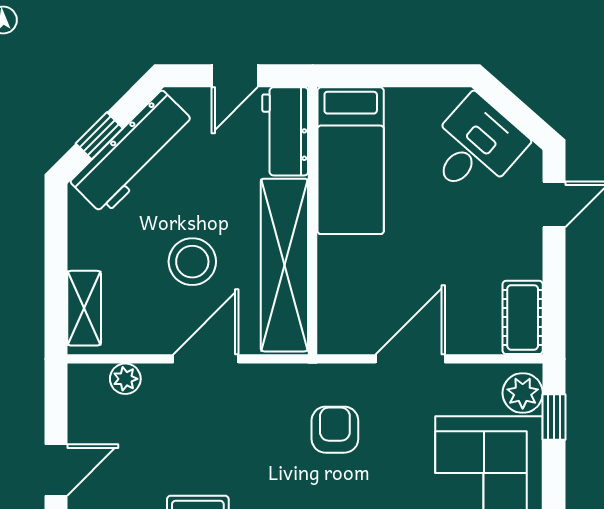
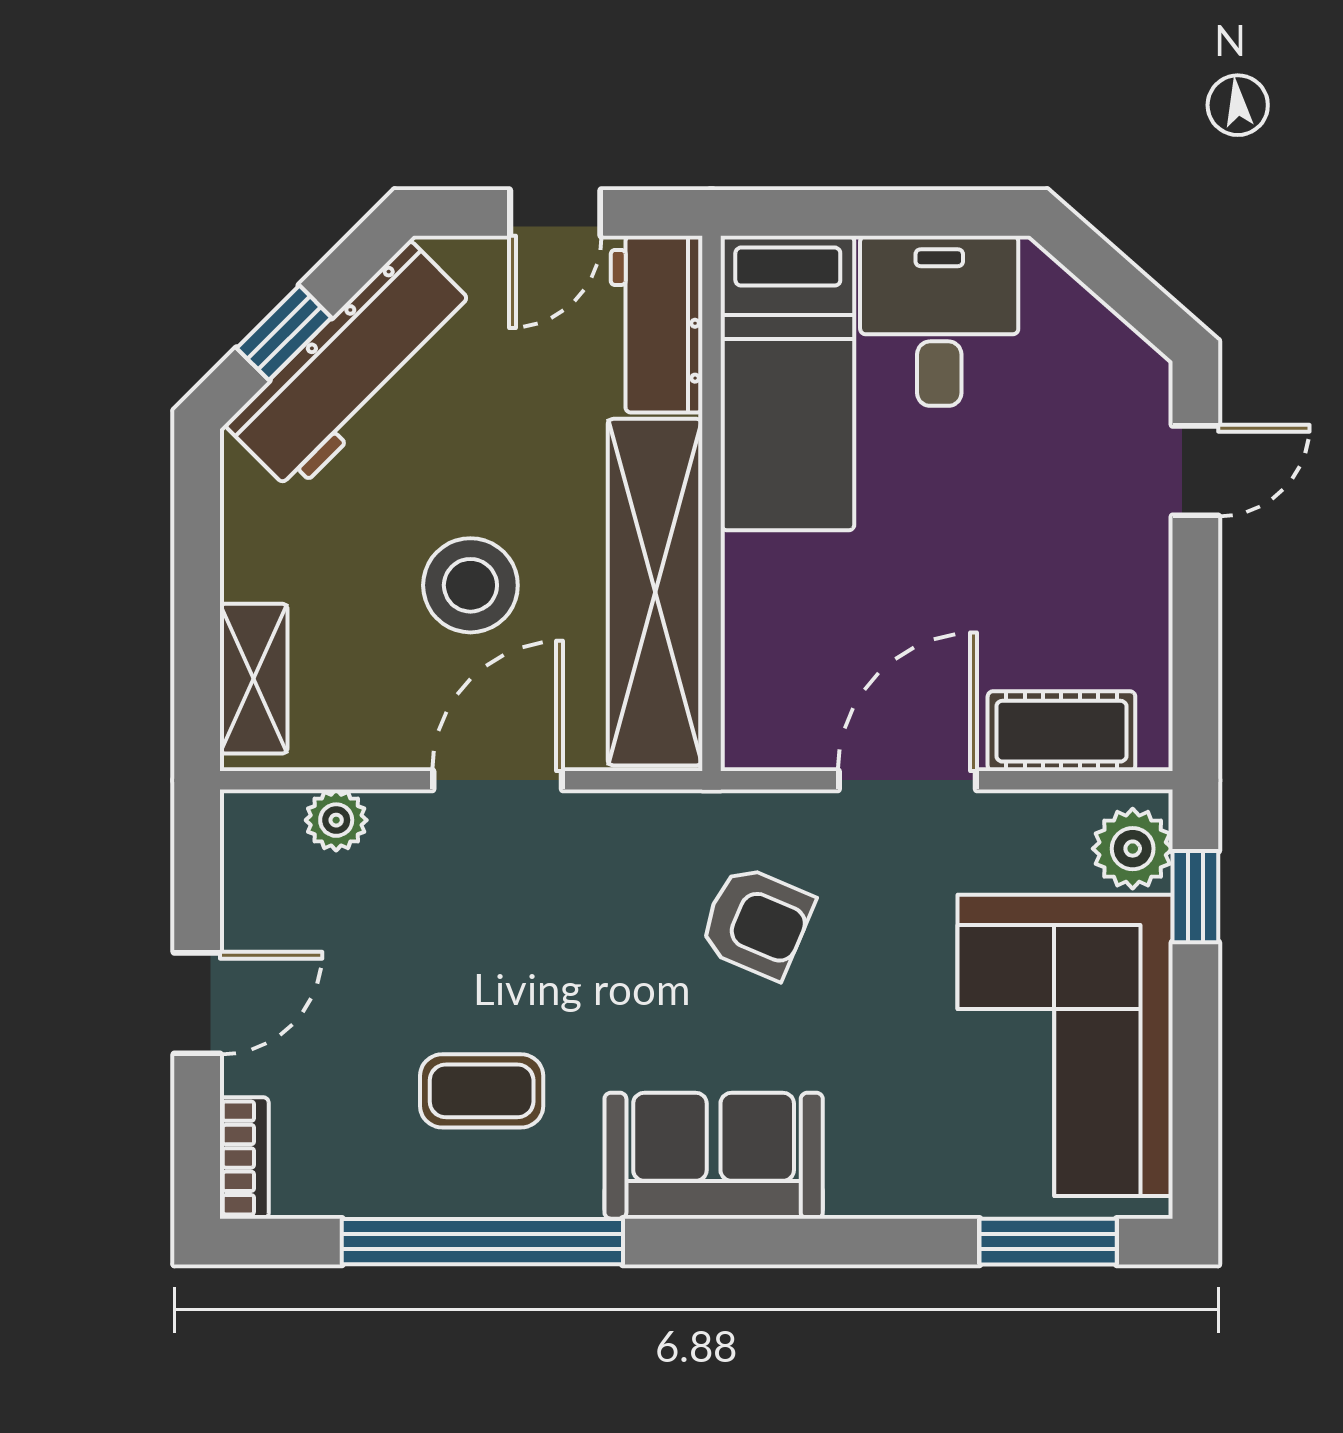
desk: (475, 147) -> (939, 321), moved, turned -41
cot: (523, 317) -> (1061, 731), moved, turned 90
armchair: (335, 430) -> (756, 922), turned 113

